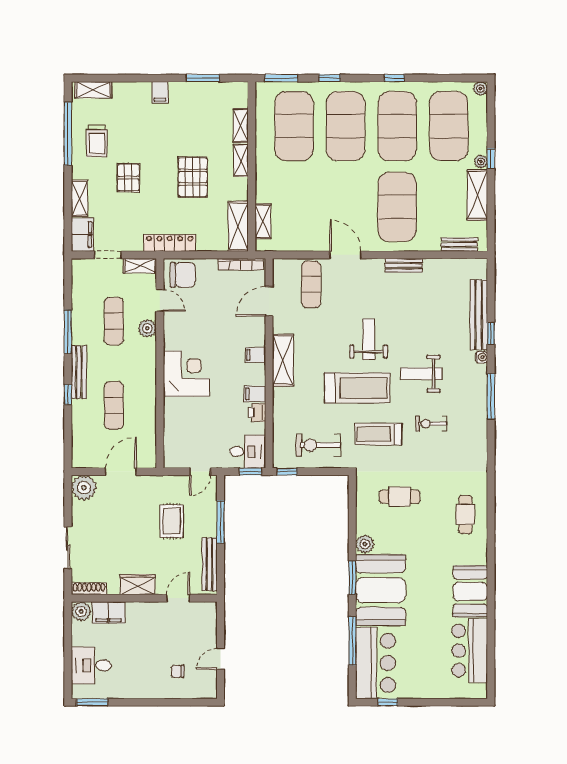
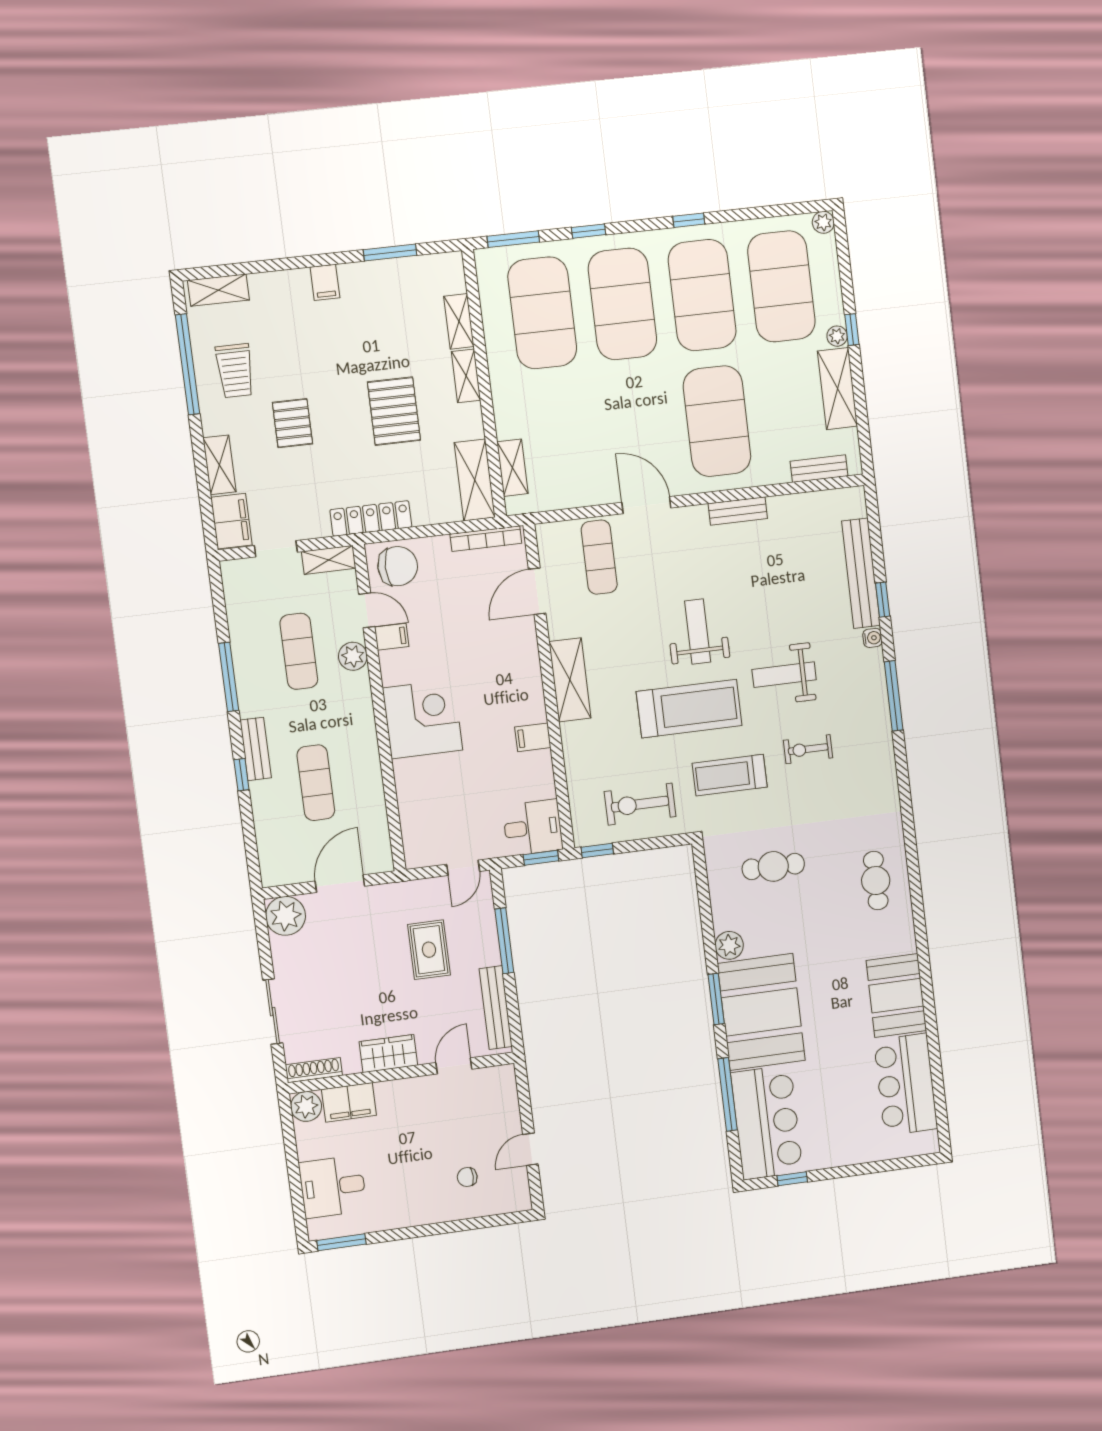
filing cabinet: (255, 355) -> (392, 637), moved, turned 180
bench: (79, 372) -> (256, 749), width x0.73
printer: (257, 413) -> (540, 766), removed

